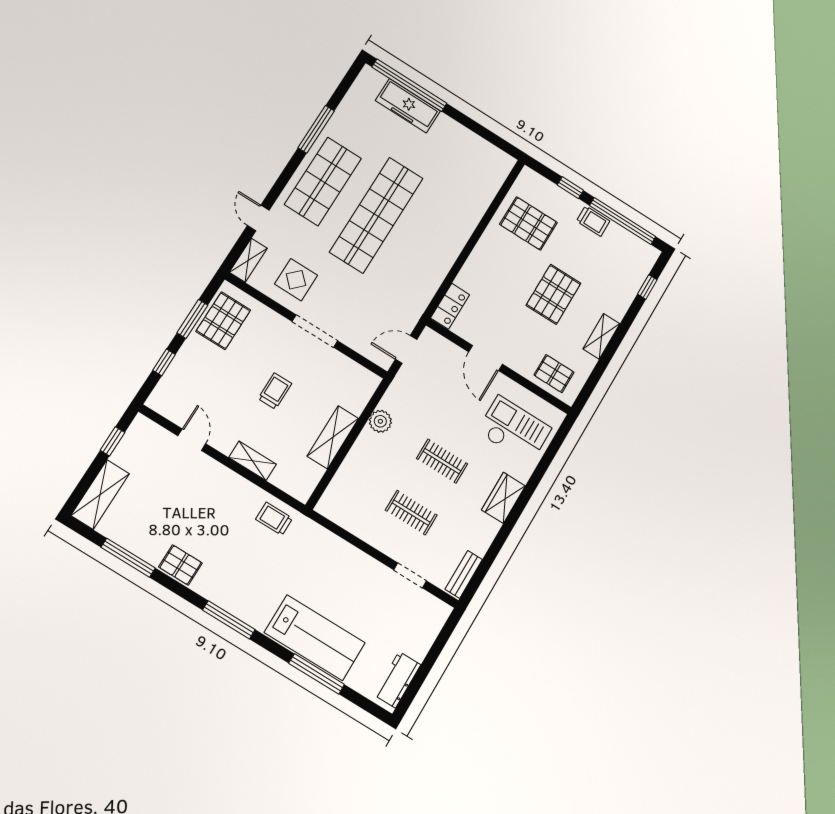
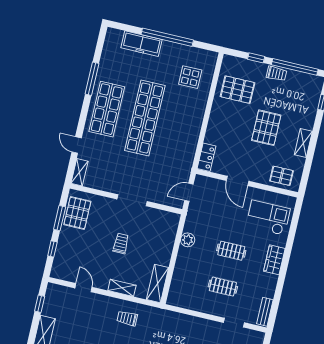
window: (409, 85) -> (167, 37), moved
display table: (296, 280) -> (190, 77), moved
shelving: (333, 437) -> (158, 283), moved
trolley: (274, 519) -> (127, 318), moved

